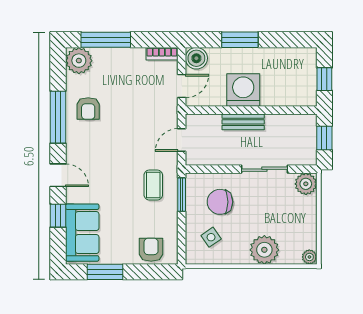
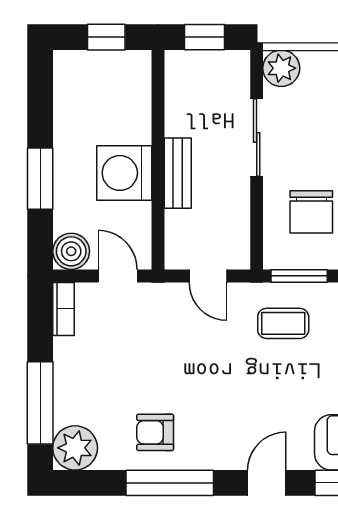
armchair: (88, 108) -> (155, 432), turned 180

